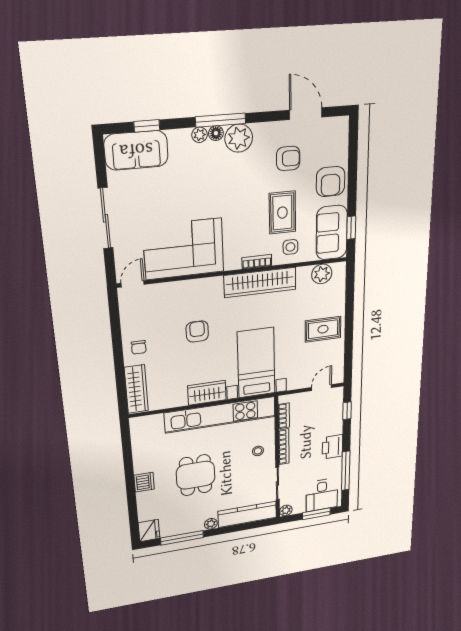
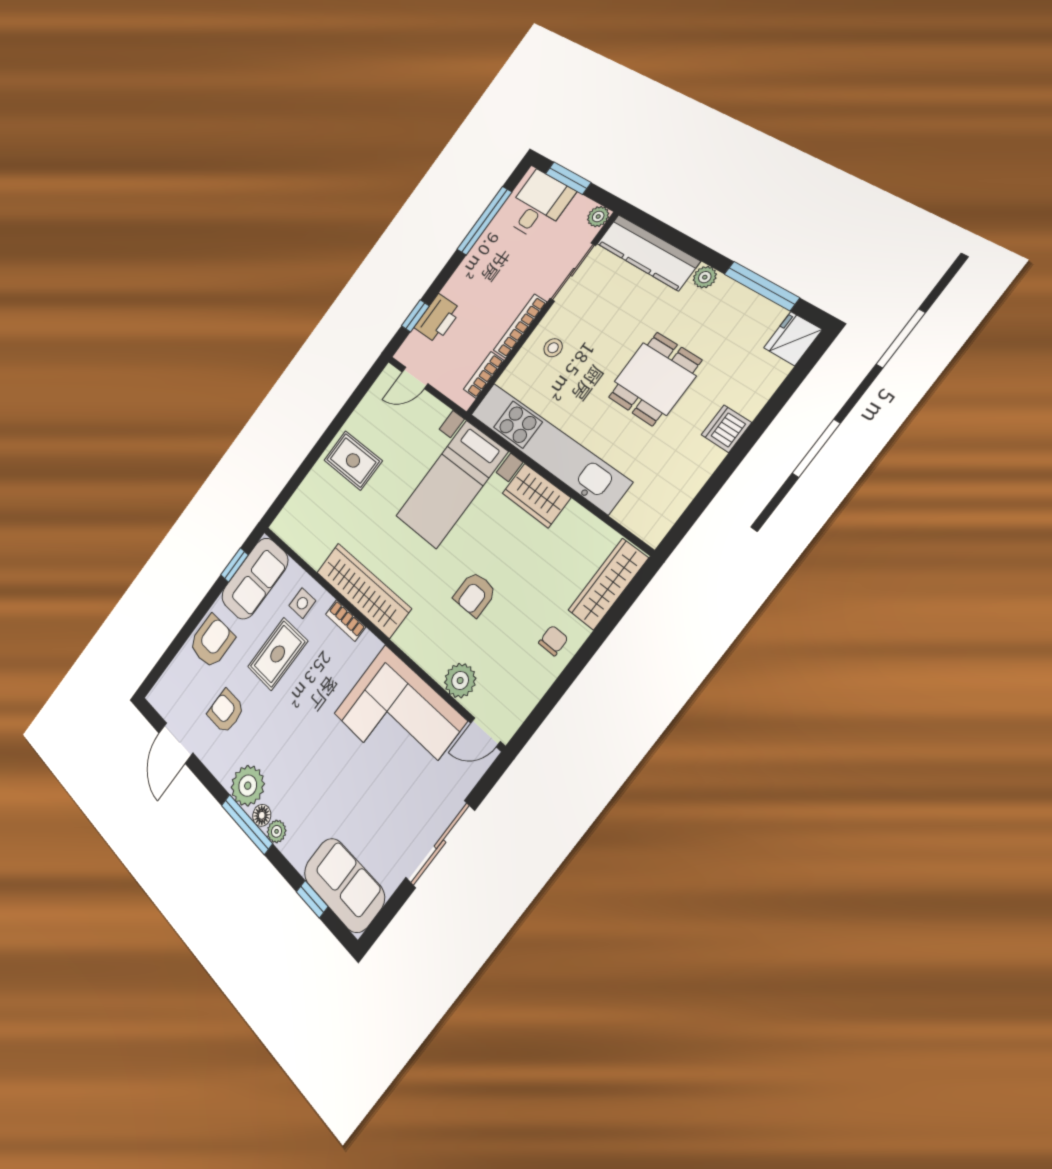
plant: (322, 274) -> (460, 680), moved
printer: (332, 447) -> (438, 318), moved

